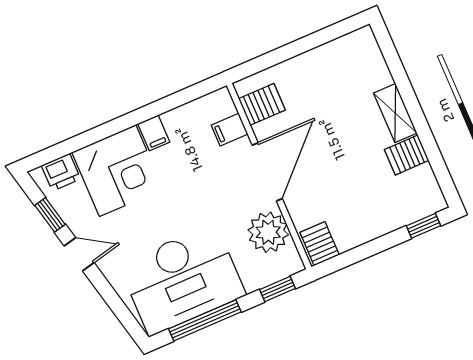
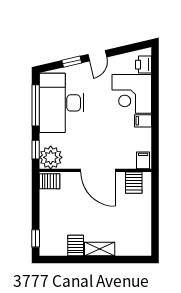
filing cabinet: (229, 130) -> (143, 160), moved
window: (50, 215) -> (72, 62), moved
plant: (268, 232) -> (51, 157), moved

